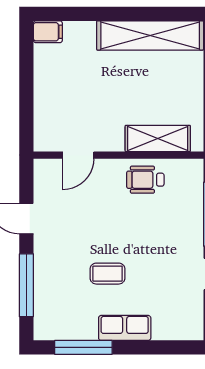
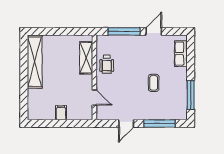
filing cabinet: (48, 32) -> (61, 113), moved
row of seats: (125, 328) -> (181, 54), moved

